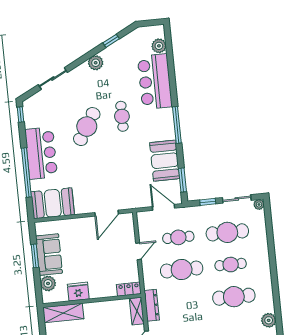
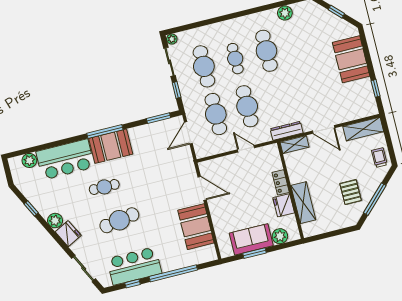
fridge: (81, 74) -> (68, 234), added
sliding door: (53, 78) -> (84, 269), moved
window: (21, 115) -> (133, 284), moved
cafe table: (87, 127) -> (119, 220), turned -42
bar counter: (41, 153) -> (134, 266), moved
booth: (165, 161) -> (111, 146), moved
booth: (53, 203) -> (196, 227), moved
cafe table: (178, 237) -> (216, 114), width x1.37, depth x1.35
door: (138, 251) -> (246, 149), moved
locker: (129, 289) -> (281, 182), moved
shelving: (63, 313) -> (303, 203), moved

